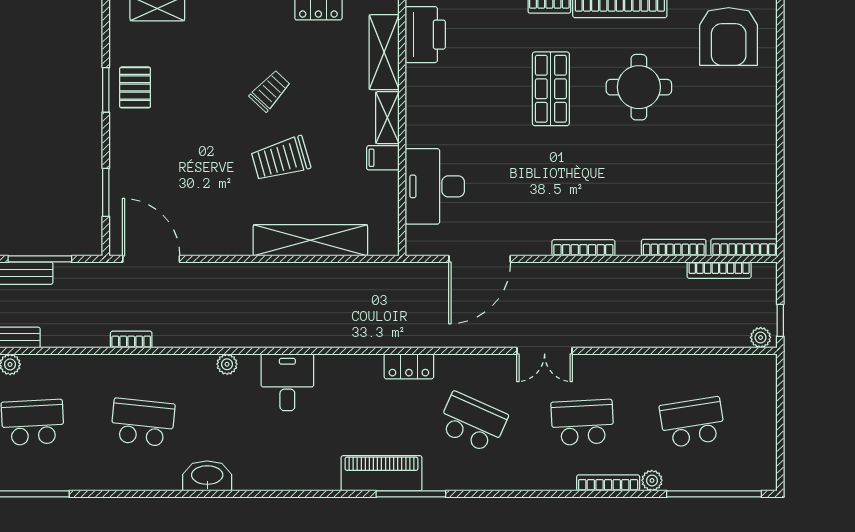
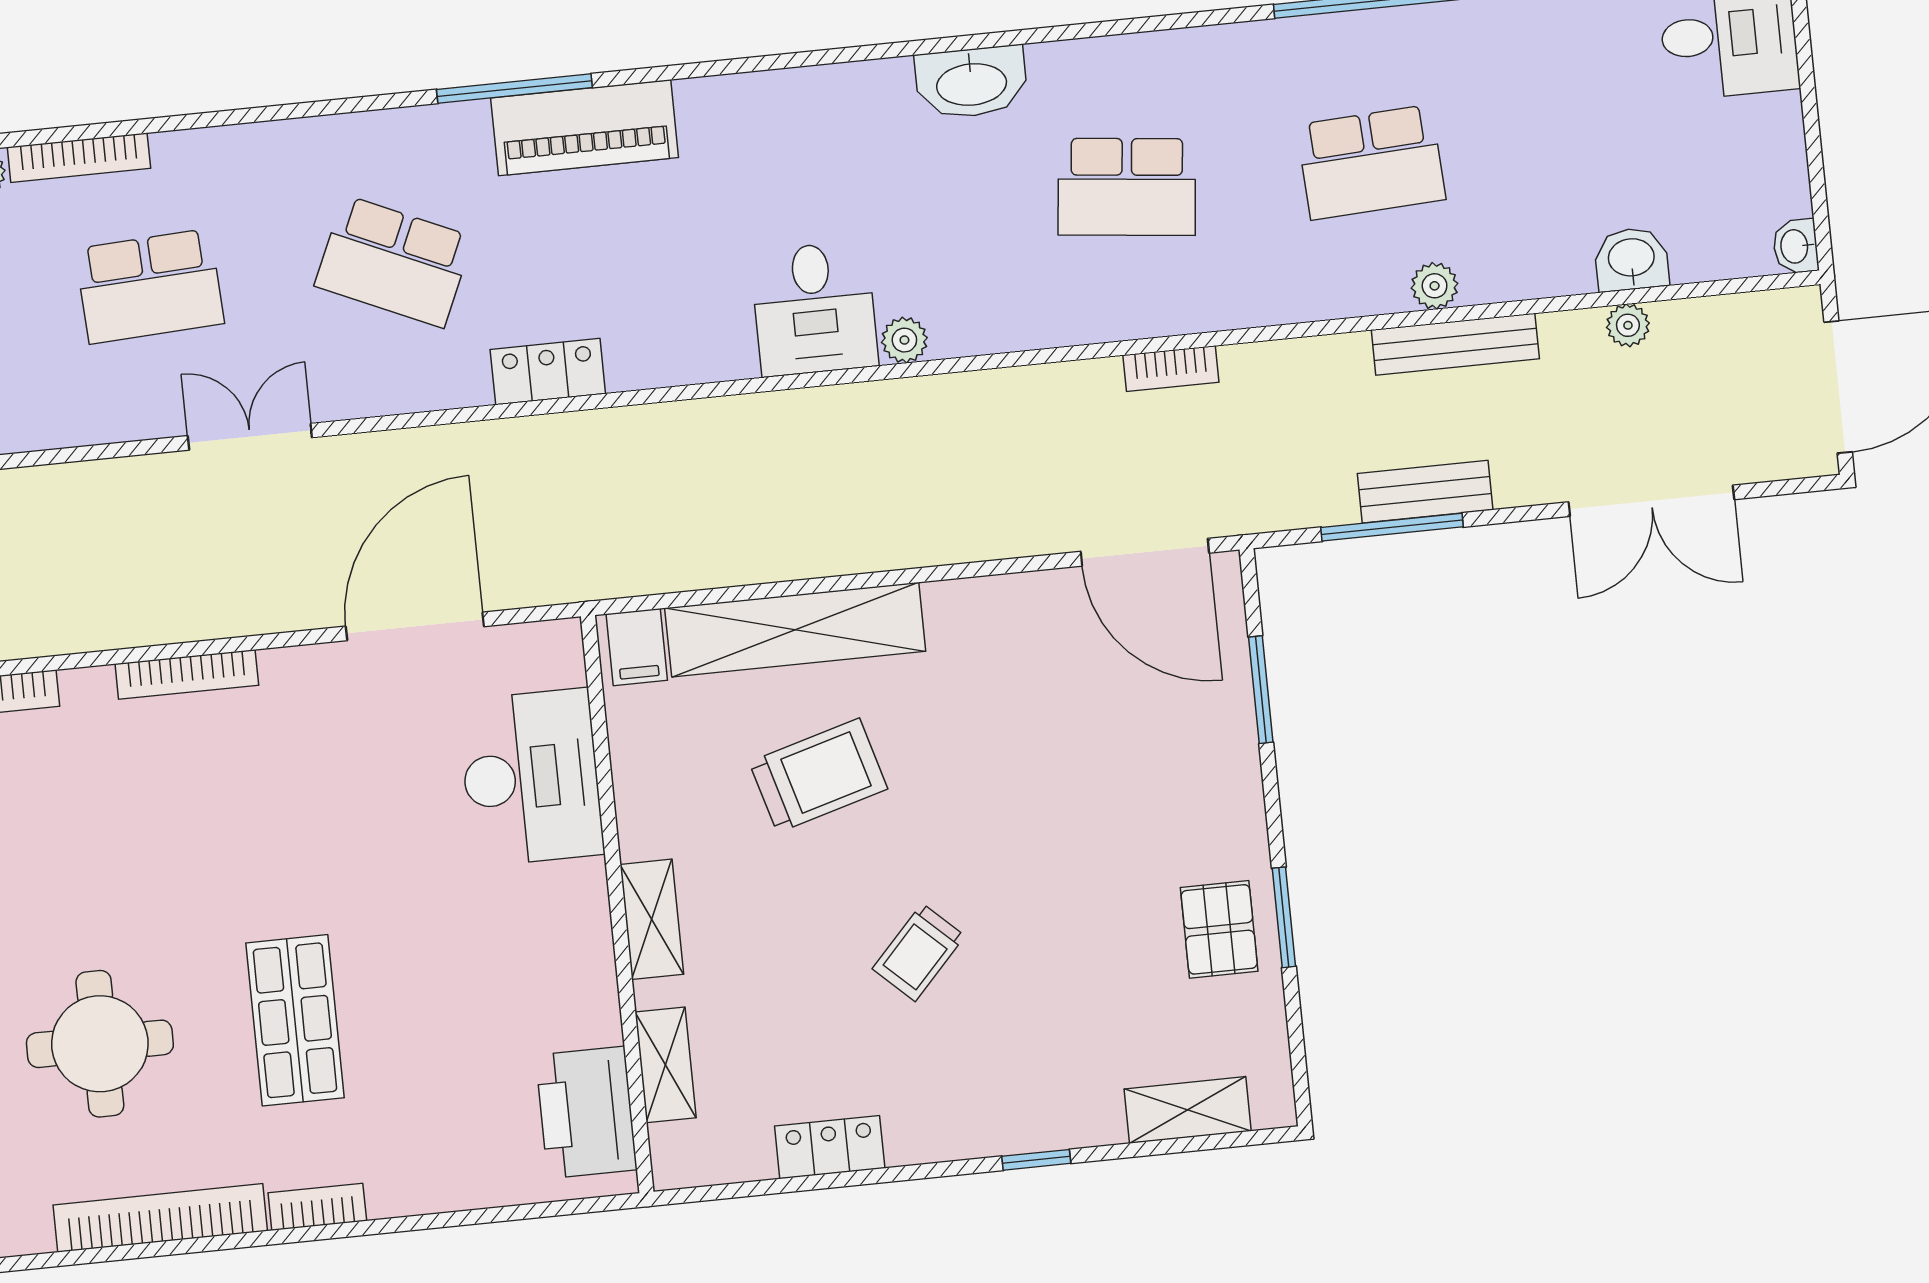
shelving: (384, 52) -> (666, 1065), width x0.67, depth x0.75
filing cabinet: (383, 158) -> (637, 647), moved, turned 90
trolley: (281, 159) -> (818, 776), moved
plant: (227, 364) -> (904, 340), moved

